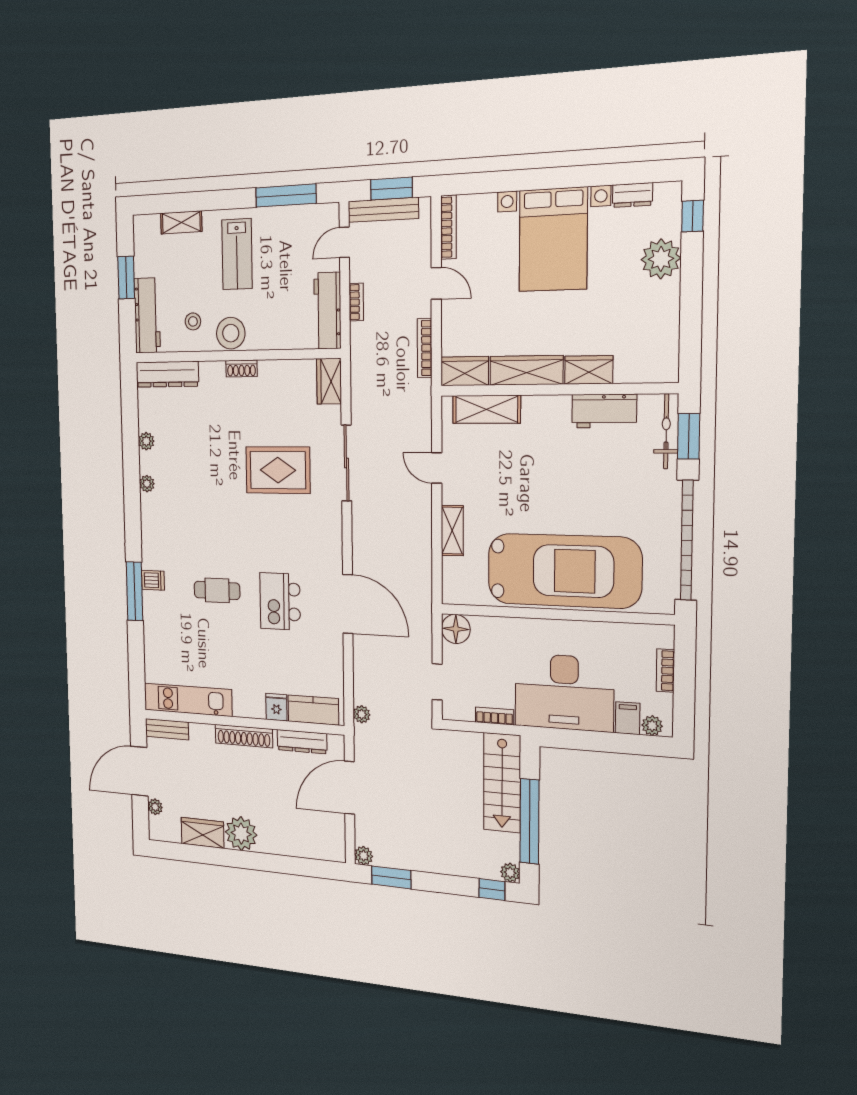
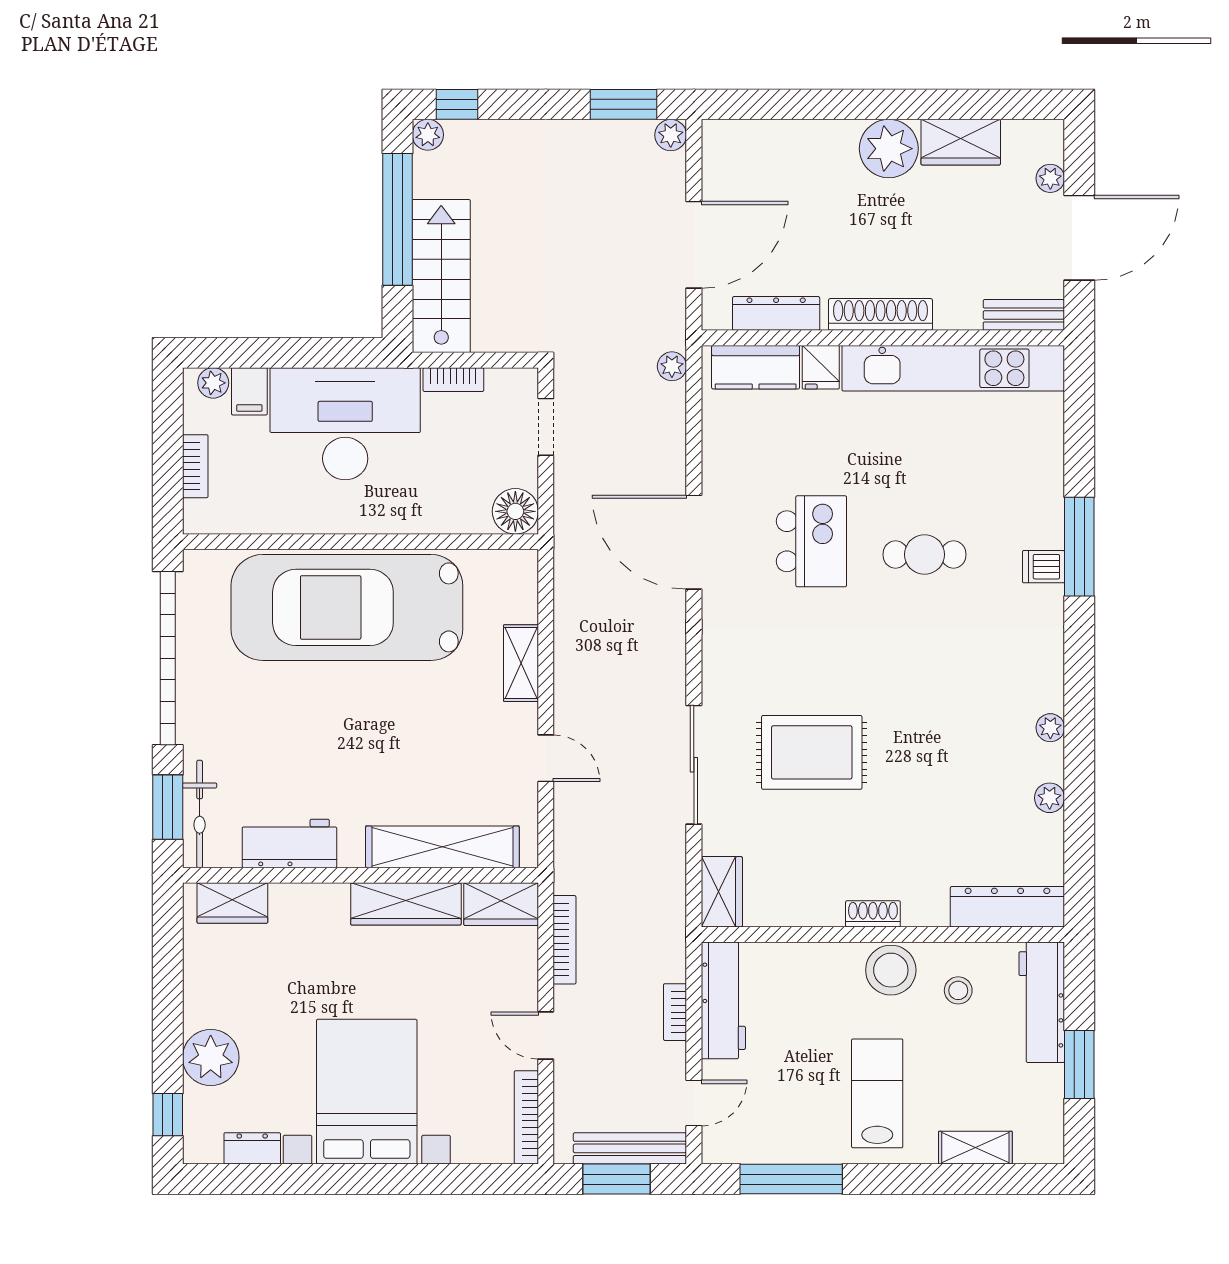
wardrobe: (589, 370) -> (232, 903), moved
shelving: (487, 409) -> (442, 847), width x1.47
kitchen unit: (188, 700) -> (953, 368), width x1.36

